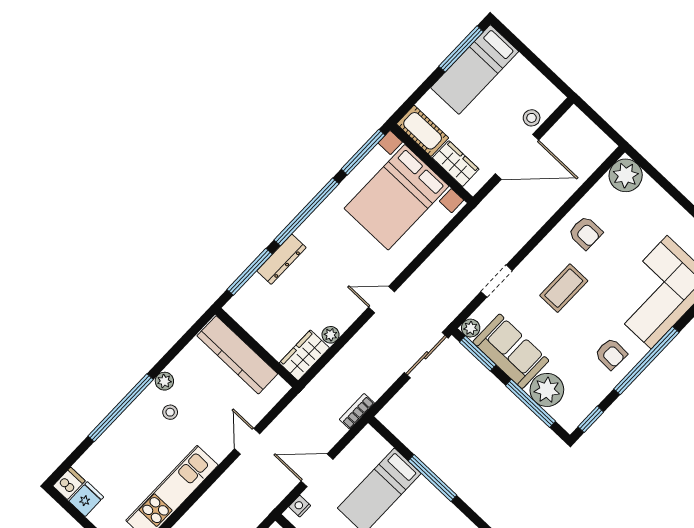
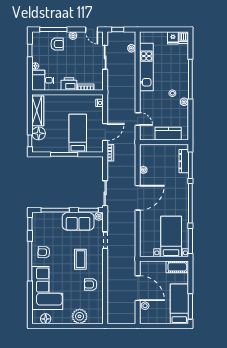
door: (517, 157) -> (138, 288), swing flipped
wardrobe: (456, 164) -> (156, 267), removed
plant: (626, 175) -> (80, 316), moved
bed with nightstands: (397, 197) -> (171, 237), width x0.73
dresser: (281, 259) -> (184, 161), moved
door: (382, 300) -> (138, 198), width x1.87
kitchen counter: (237, 355) -> (168, 134), width x0.67
wardrobe: (304, 355) -> (146, 155), removed
plant: (547, 390) -> (54, 220), removed
door: (247, 441) -> (138, 119), moved
door: (317, 470) -> (105, 132), moved

